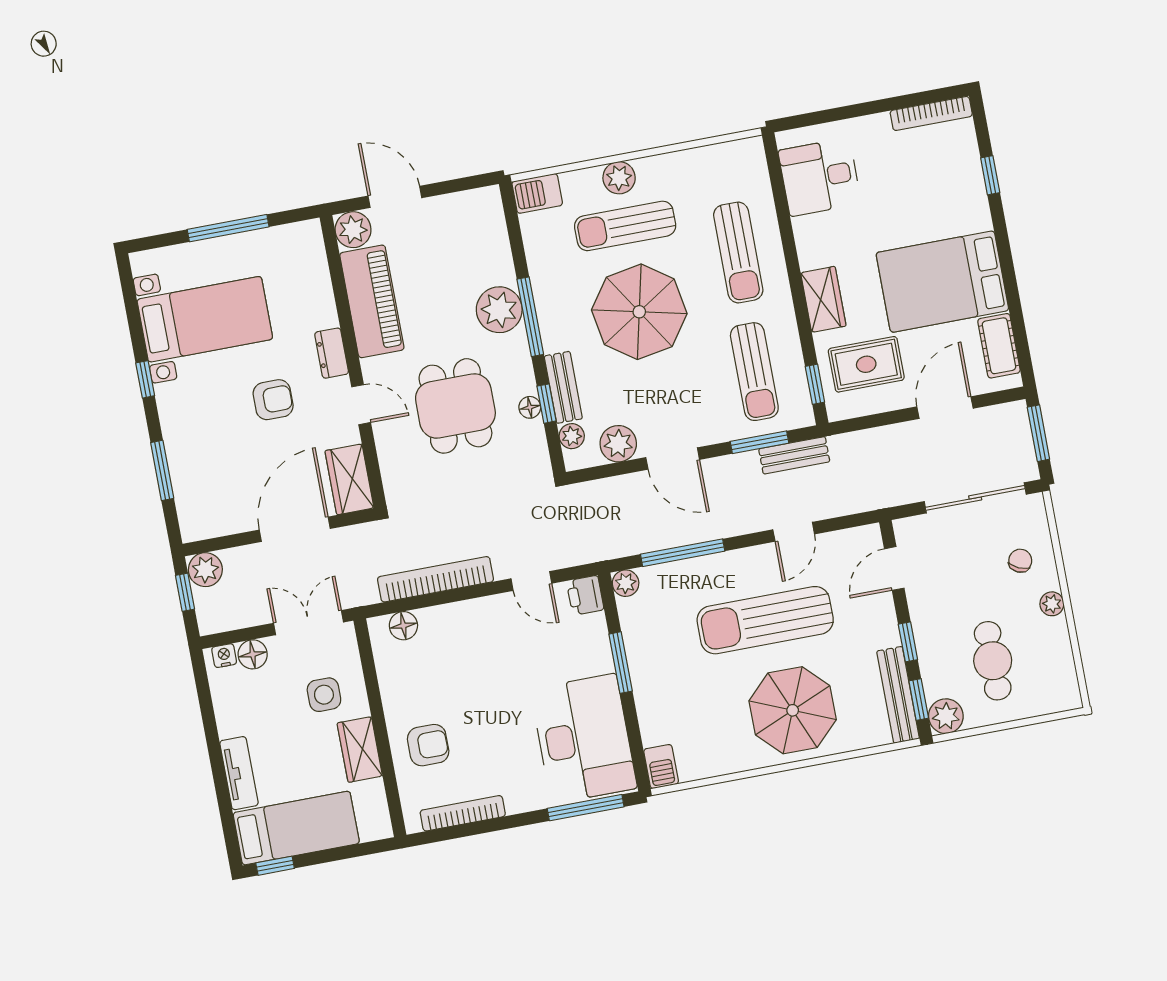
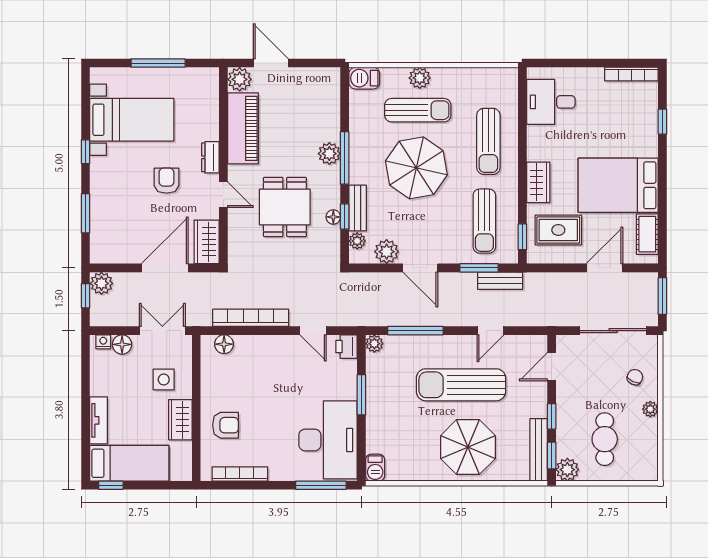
sun lounger: (625, 226) -> (418, 110), turned 180
plant: (499, 310) -> (329, 154), width x0.73, depth x0.73
armchair: (273, 400) -> (166, 181), turned -90

